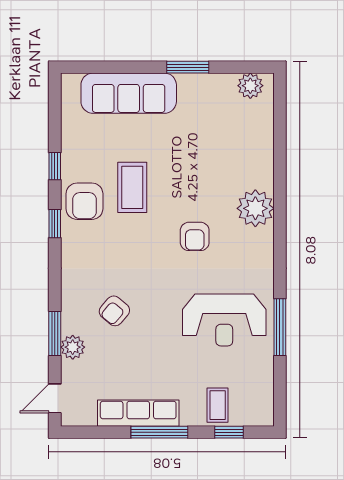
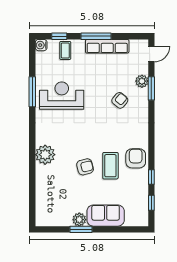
plant: (250, 86) -> (79, 220), moved
sofa: (129, 93) -> (106, 216), width x0.73
window: (55, 224) -> (151, 203), moved
armchair: (195, 236) -> (85, 167), moved, turned 76
water cooler: (263, 415) -> (41, 45), added

